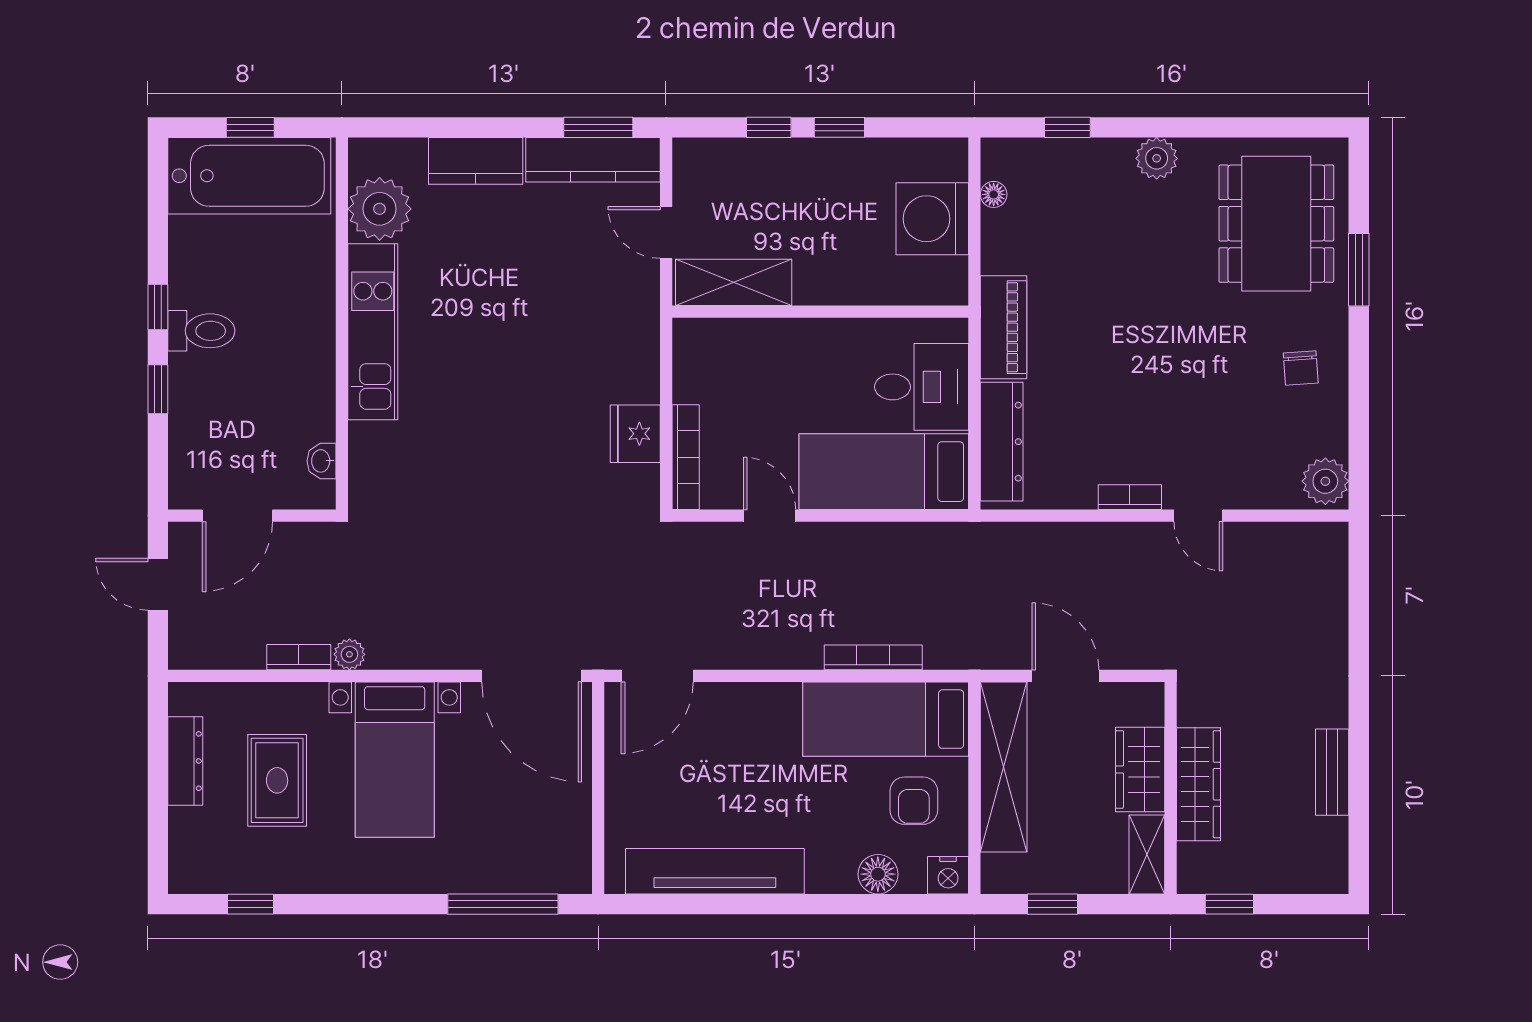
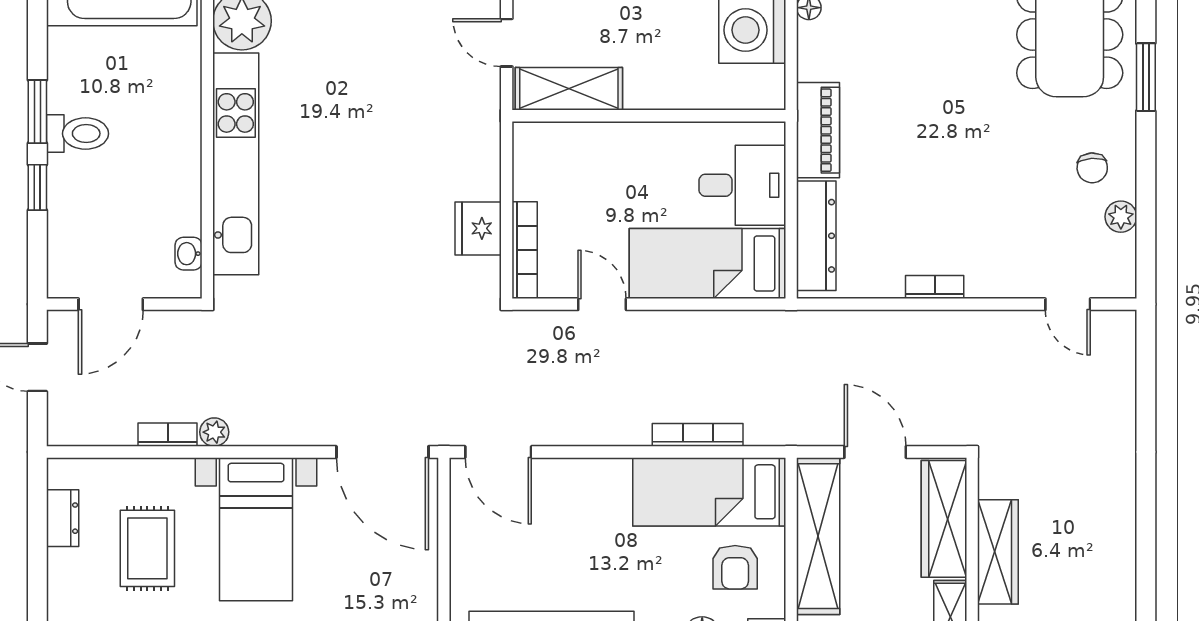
window: (158, 307) -> (37, 112), width x1.50
kitchen unit: (373, 332) -> (236, 164), width x1.36
plant: (1325, 481) -> (1121, 217), moved, width x0.73, depth x0.73
door: (1198, 516) -> (1068, 304), moved
door: (657, 676) -> (498, 452), hinge flipped
dresser: (185, 761) -> (63, 518), width x0.70
wardrobe: (1140, 769) -> (944, 519), width x1.50
bench: (1332, 772) -> (1121, 541), removed

